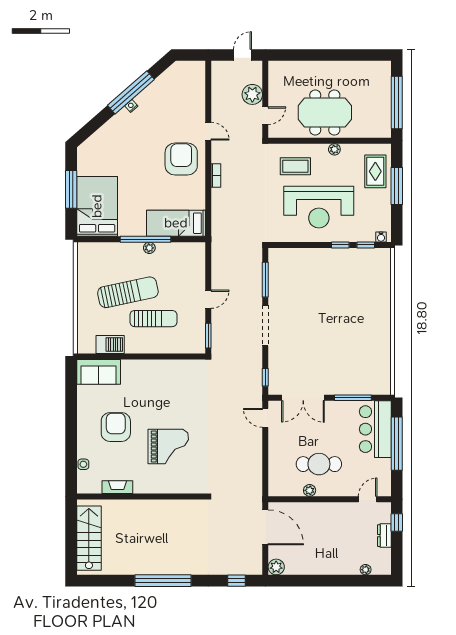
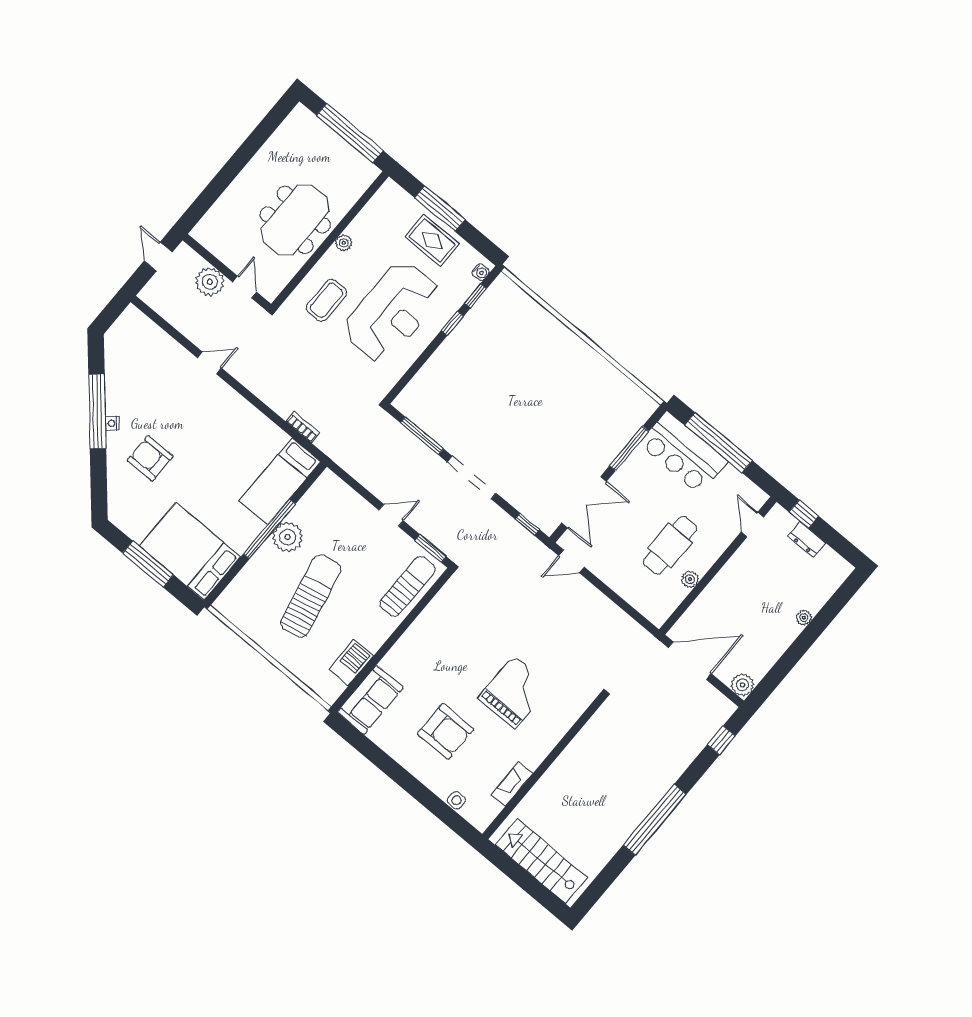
armchair: (181, 159) -> (150, 458), moved, width x0.73, depth x0.73
rug: (375, 171) -> (432, 240), moved
bookcase: (216, 176) -> (303, 427), moved
plant: (149, 248) -> (288, 537), width x1.88, depth x1.88
door: (208, 299) -> (391, 515), hinge flipped
sun lounger: (153, 319) -> (407, 586), moved
armchair: (116, 427) -> (446, 731), turned 180
plant: (366, 570) -> (804, 618), moved

